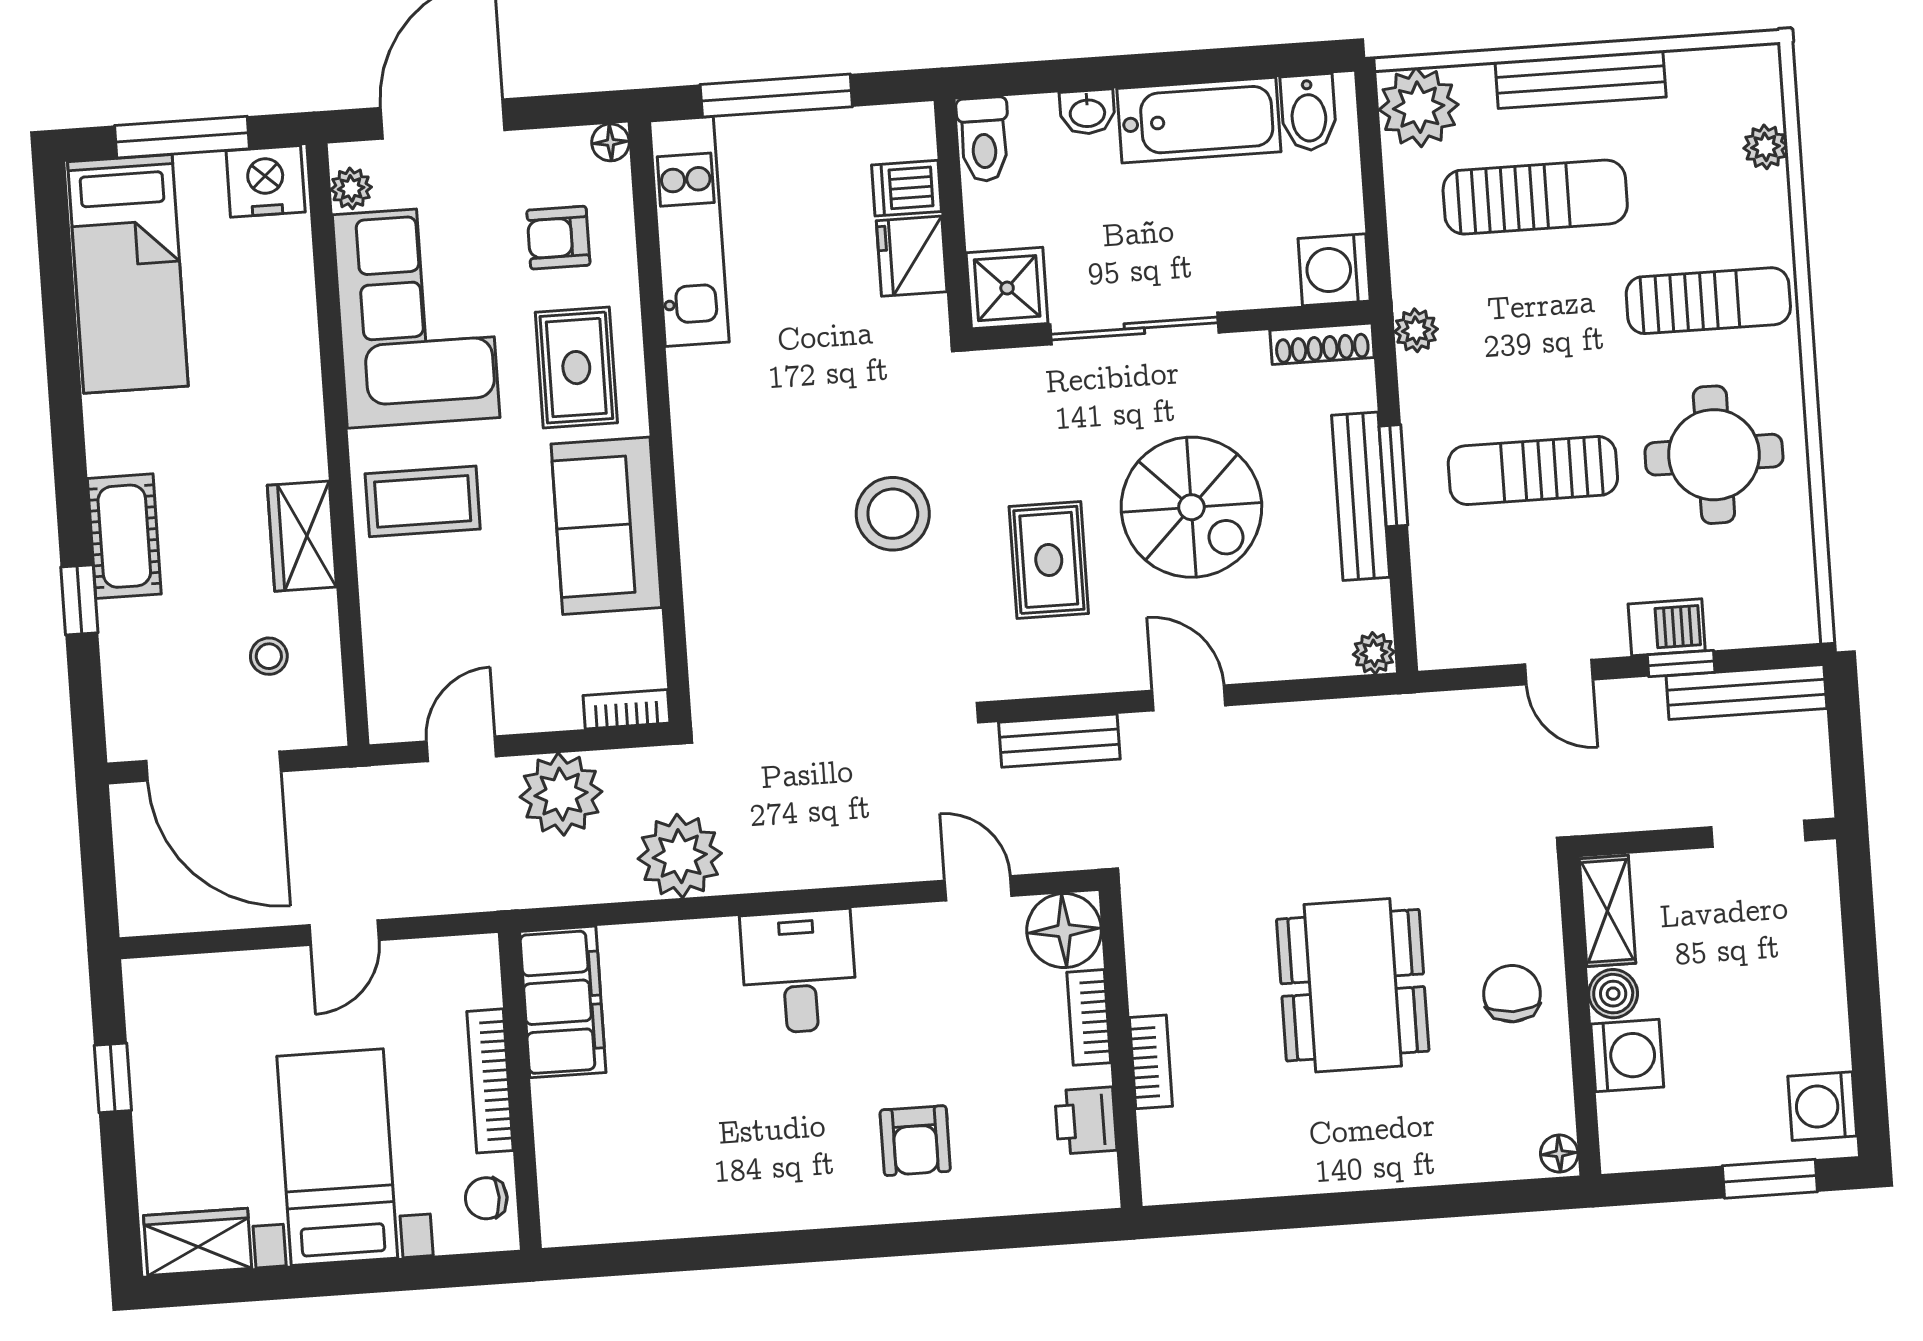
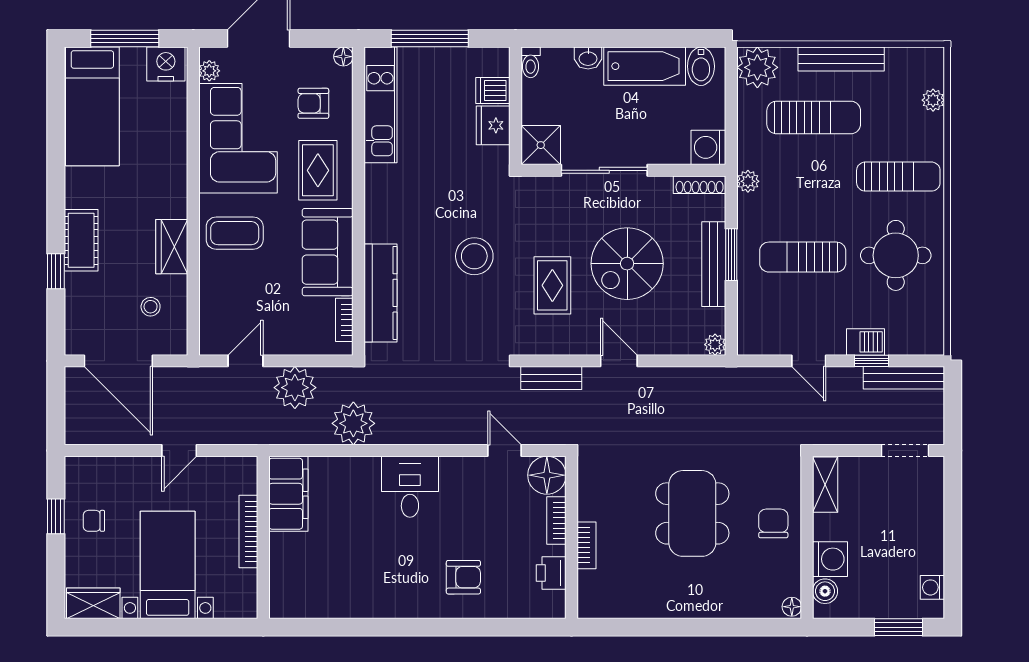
toilet: (984, 139) -> (531, 62), width x0.73, depth x0.72
spiral stairs: (1191, 507) -> (627, 264), turned 90
kitchen counter: (715, 598) -> (381, 293), added
bookcase: (626, 709) -> (344, 320), moved, turned -90
boiler: (1613, 994) -> (825, 591), moved
washing machine: (1822, 1106) -> (932, 587), width x0.73, depth x0.73
armchair: (915, 1141) -> (463, 577), turned -90
chair: (486, 1198) -> (94, 521), moved

